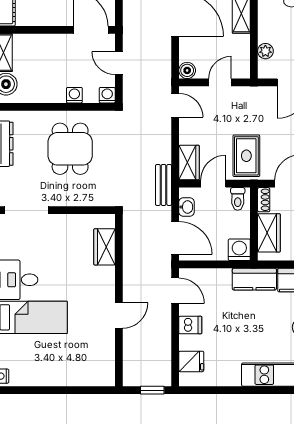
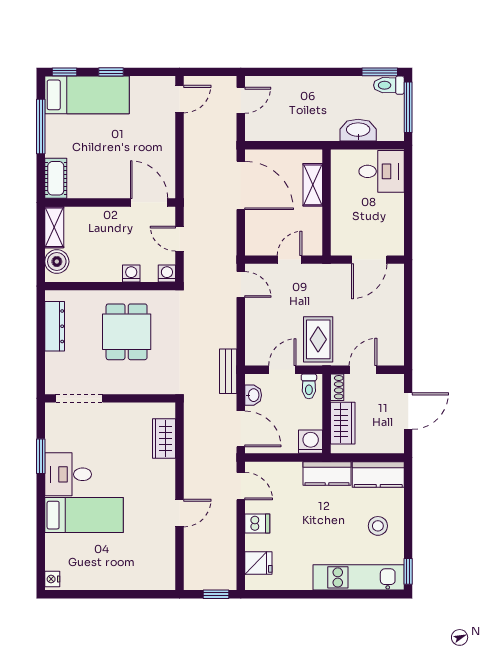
plant: (265, 51) -> (339, 226), removed
boiler: (187, 70) -> (254, 247), removed
wardrobe: (189, 163) -> (256, 347), removed

